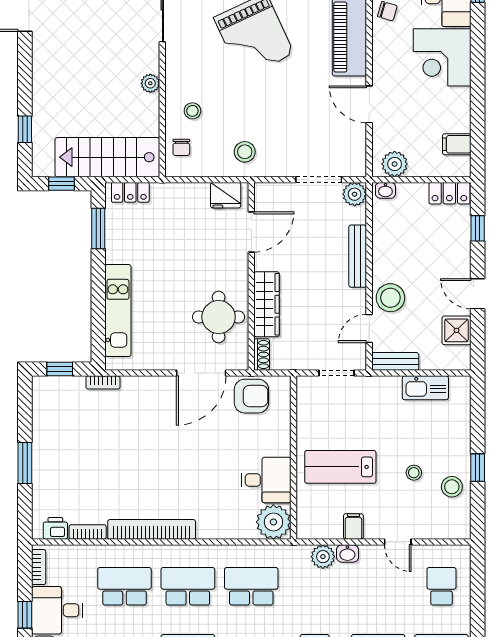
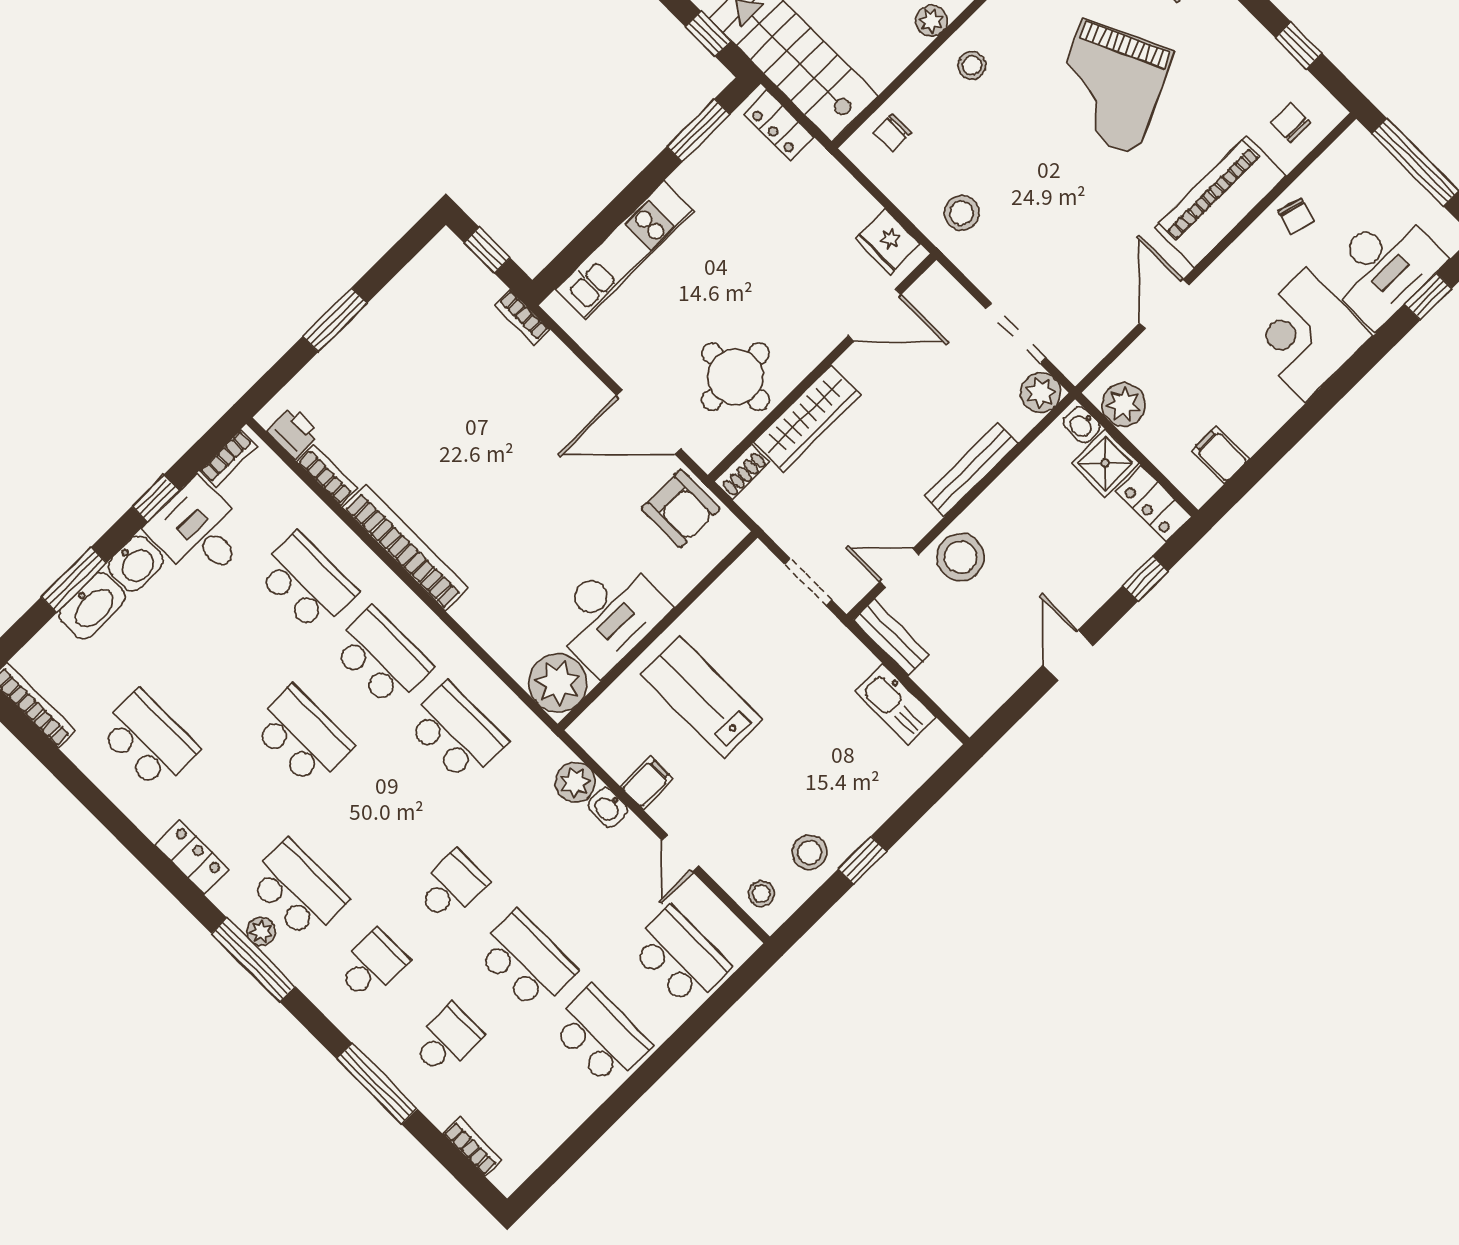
stool: (192, 111) -> (972, 66), moved
shower: (457, 330) -> (1105, 463), moved
stool: (414, 473) -> (761, 894), moved
desk: (266, 480) -> (609, 615), width x1.37
school desk: (441, 586) -> (680, 957), width x1.85

